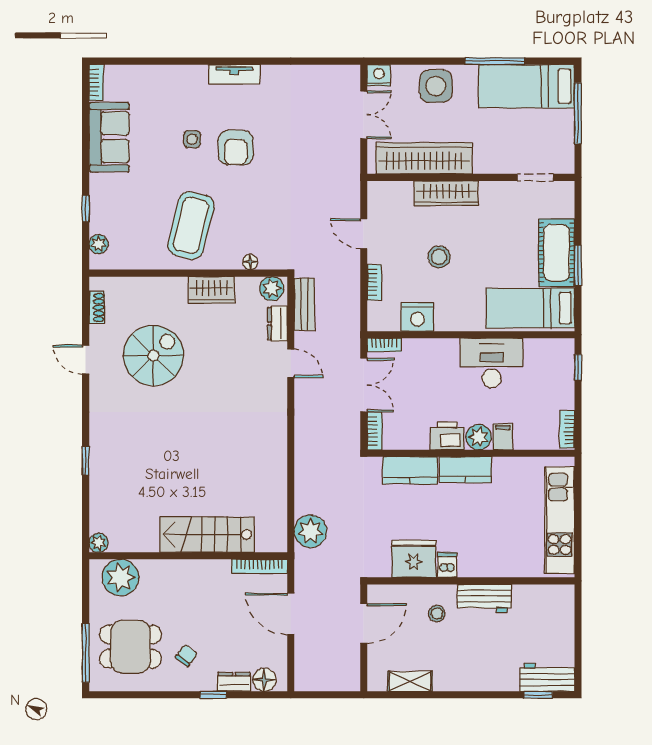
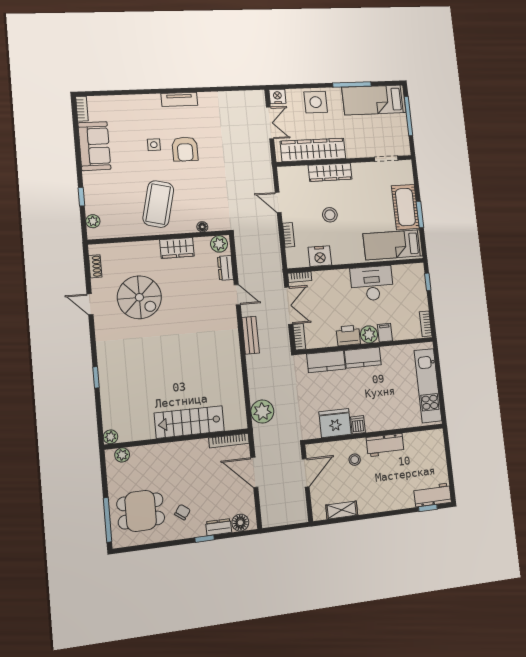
bench: (304, 304) -> (251, 335), moved
spiral stairs: (153, 356) -> (139, 297), turned 90
plant: (120, 577) -> (122, 455), width x0.53, depth x0.53

